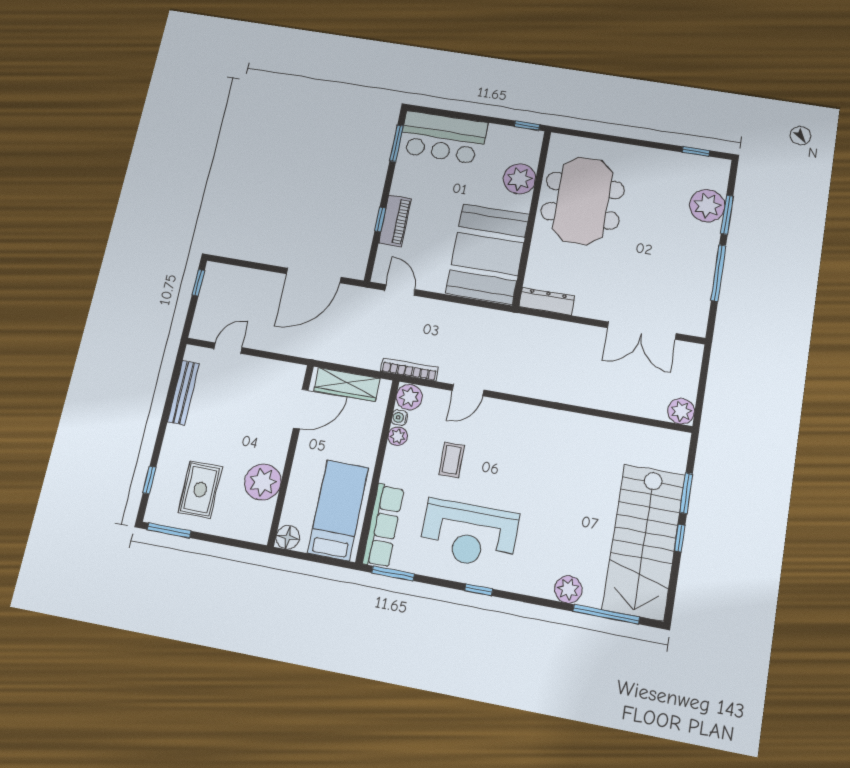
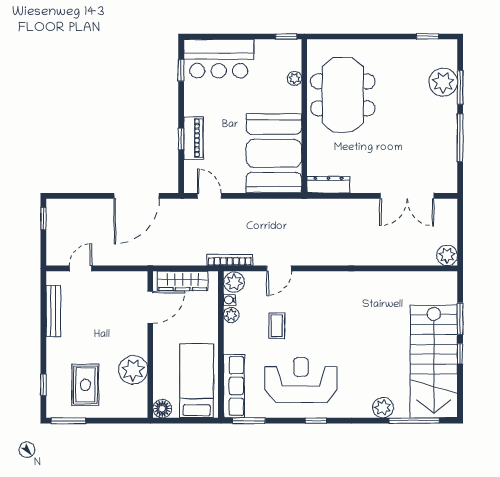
window: (397, 143) -> (181, 70), width x0.67
plant: (519, 179) -> (294, 78), width x0.53, depth x0.53
reception desk: (469, 534) -> (301, 380), turned 180

